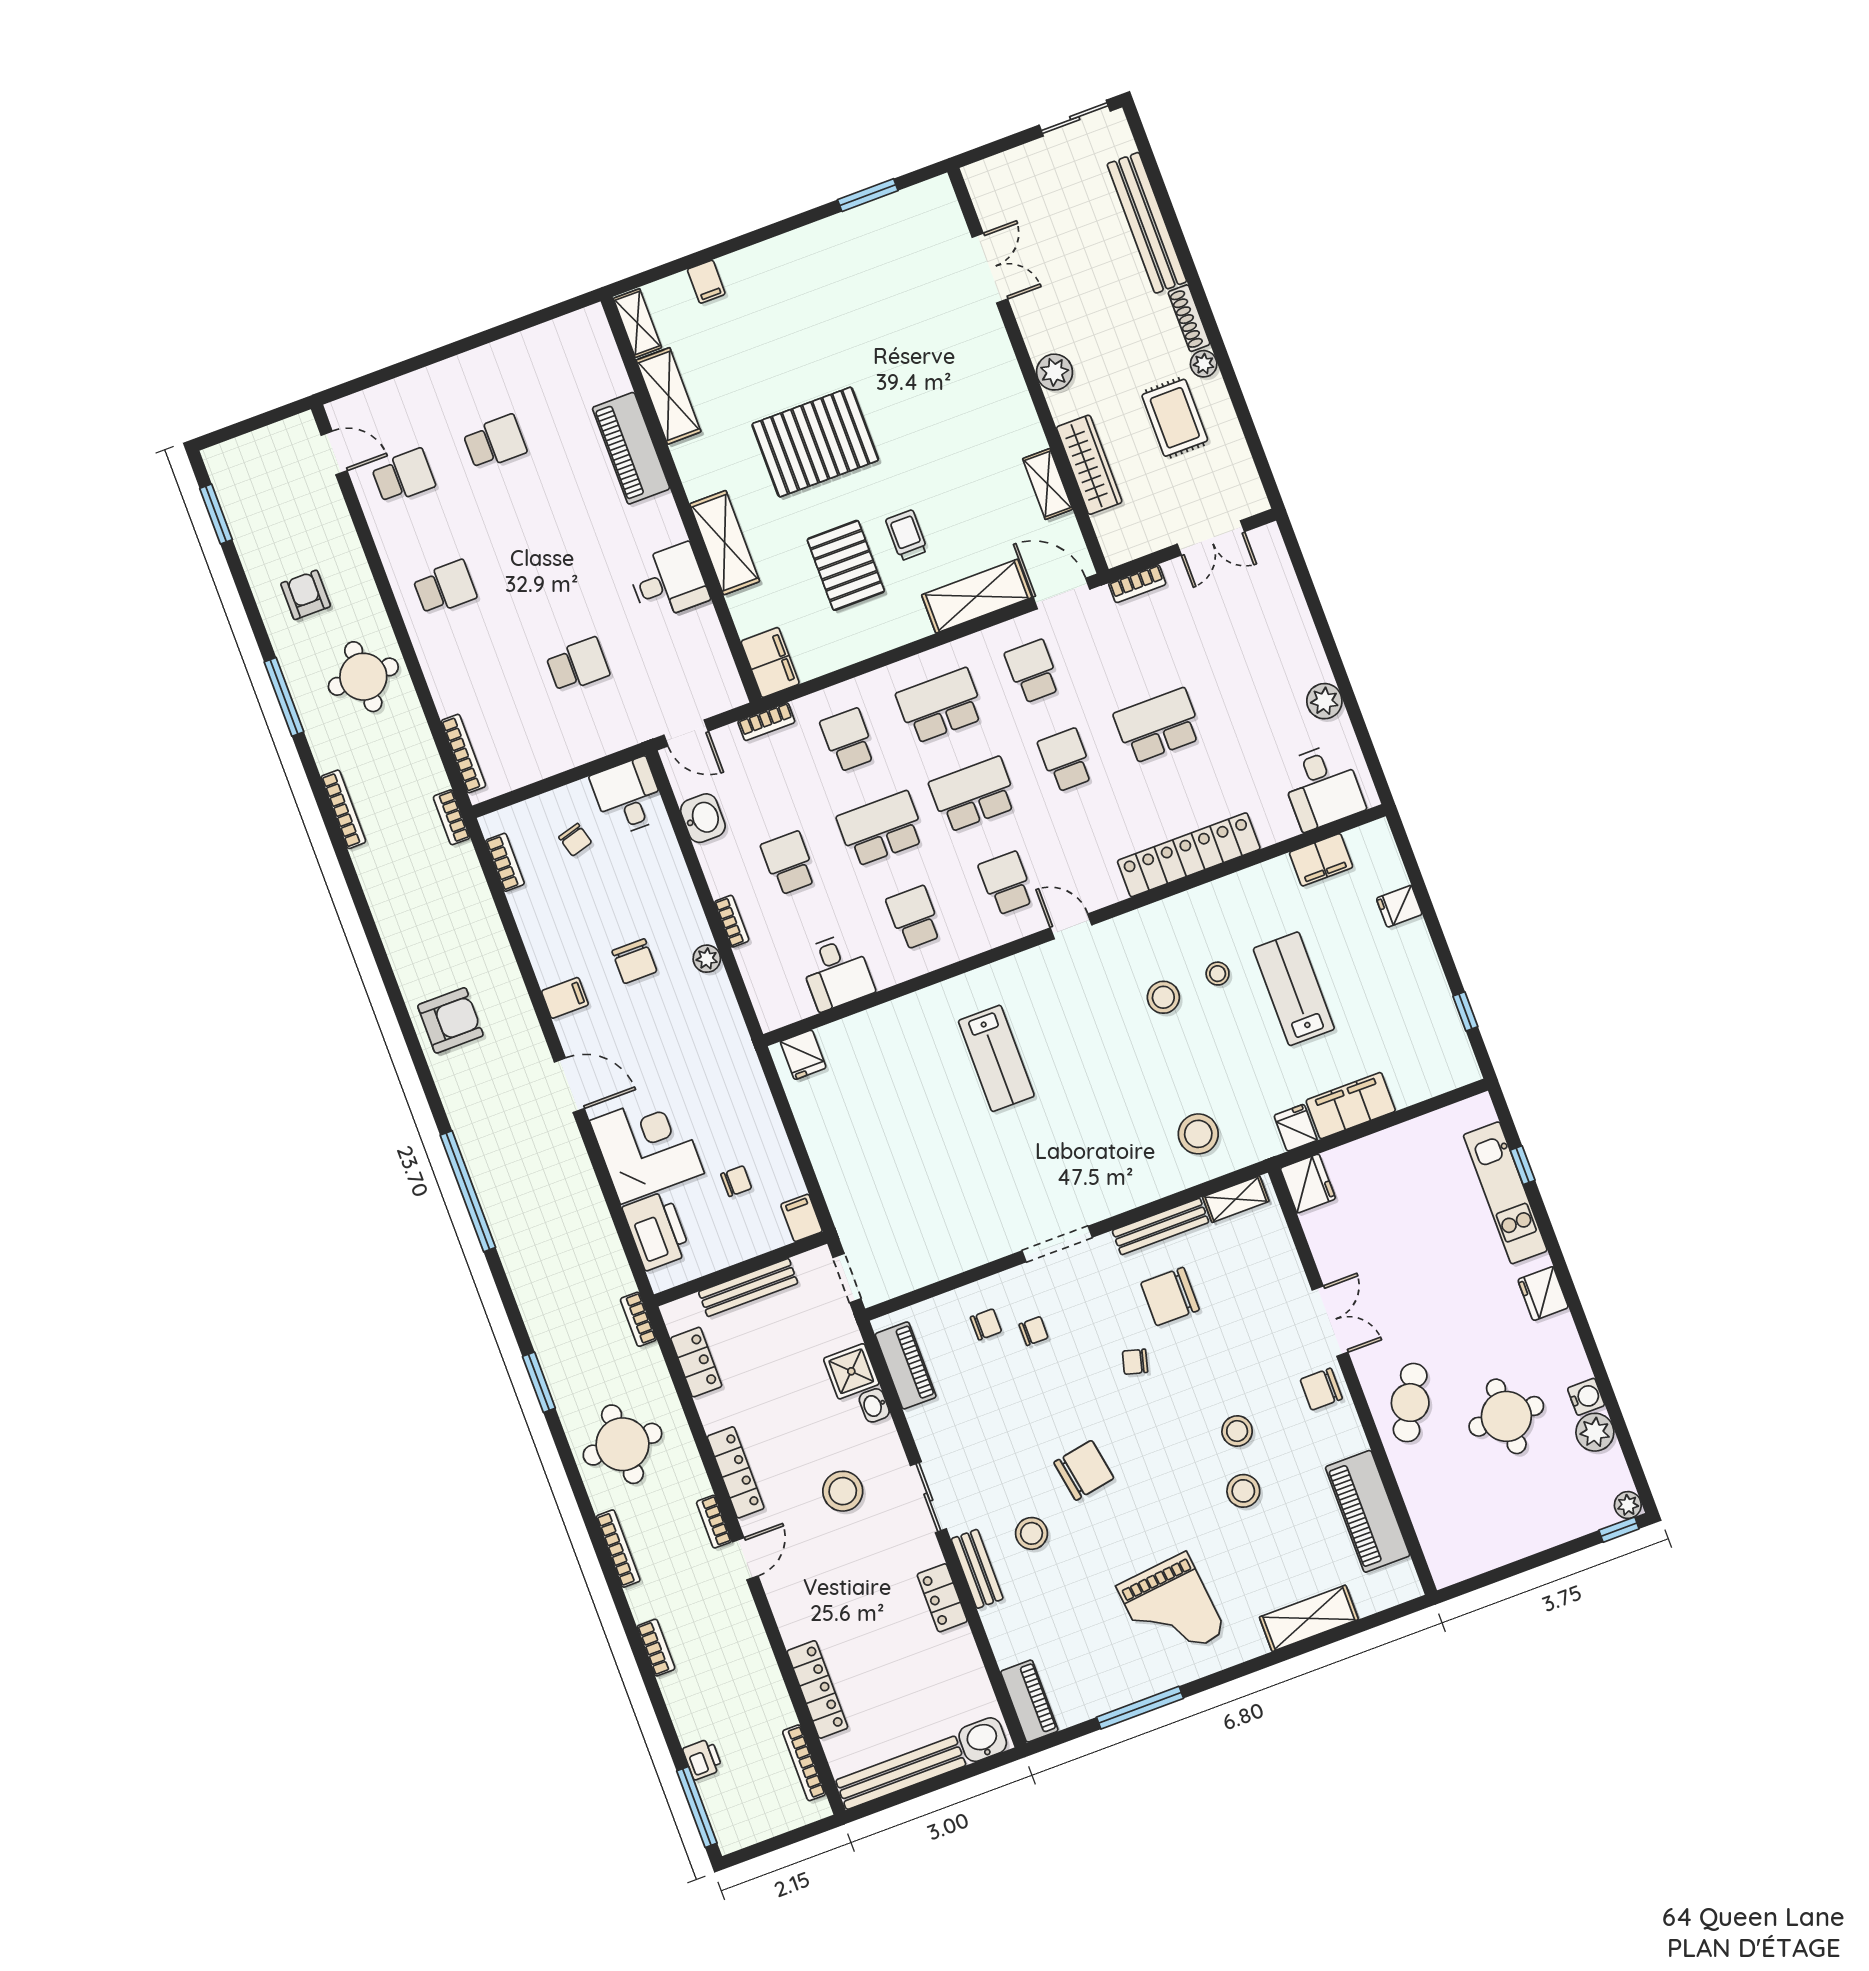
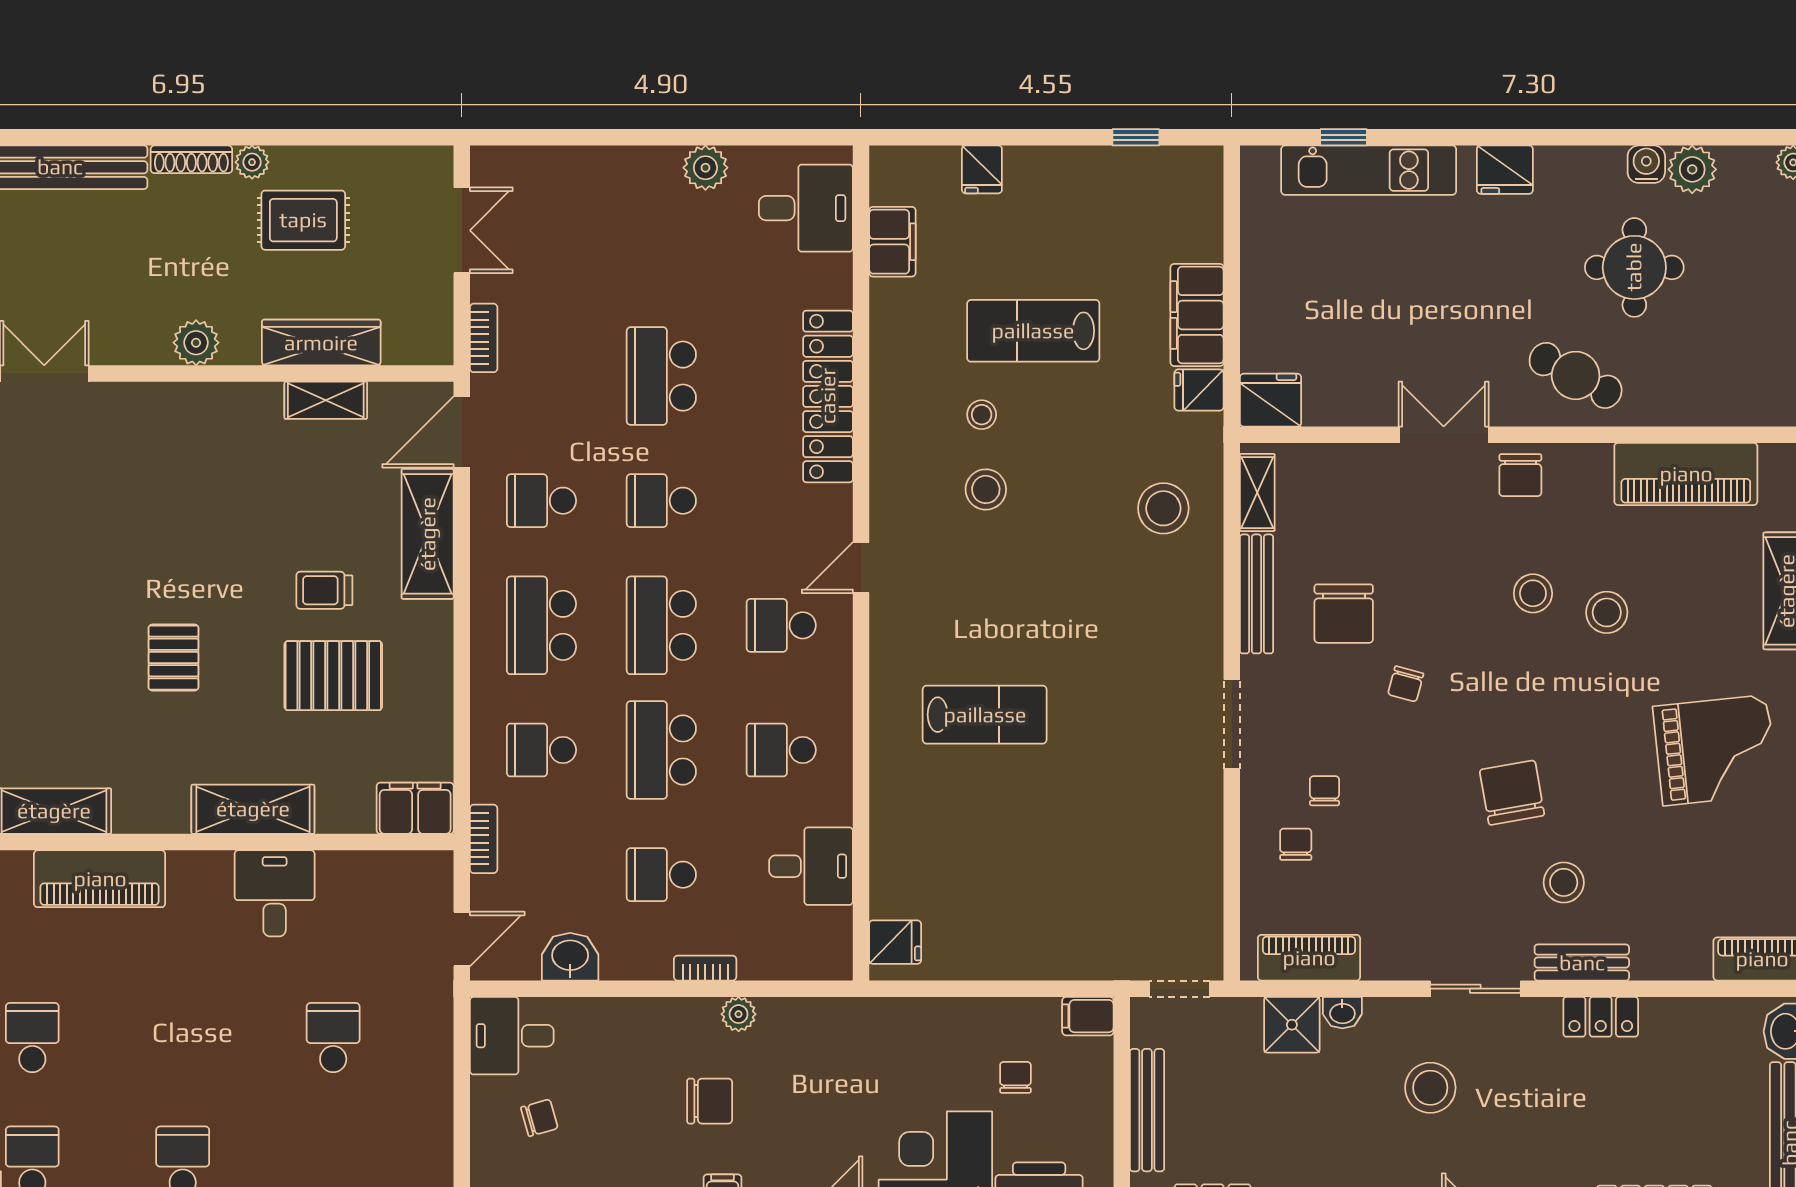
pallet: (815, 442) -> (173, 658), width x0.49, depth x0.50

